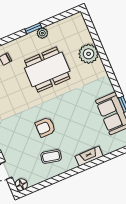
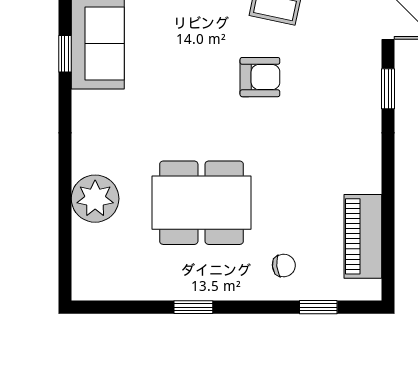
plant: (42, 33) -> (178, 288), removed

